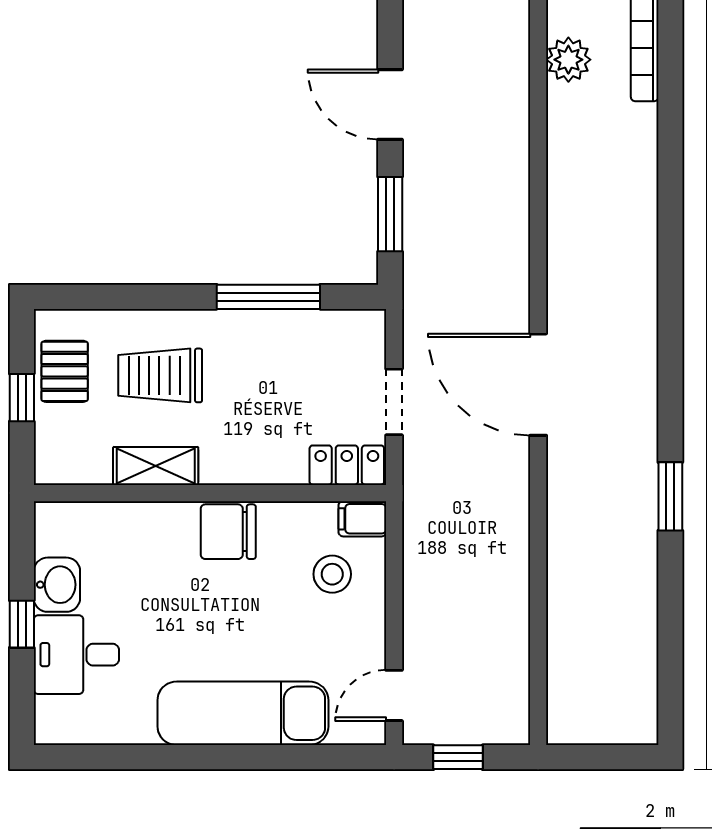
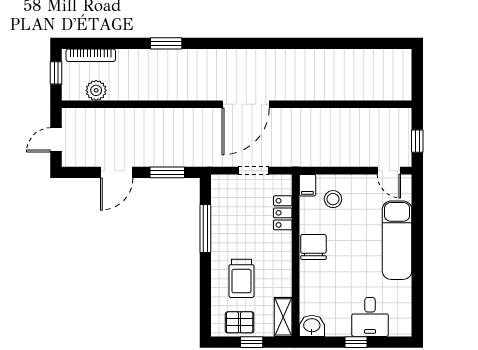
locker: (347, 465) -> (283, 213), moved
shelving: (156, 466) -> (283, 317), moved
window: (670, 496) -> (166, 43), moved
chair: (228, 532) -> (313, 247), turned 180
washbasin: (57, 585) -> (312, 326), moved

